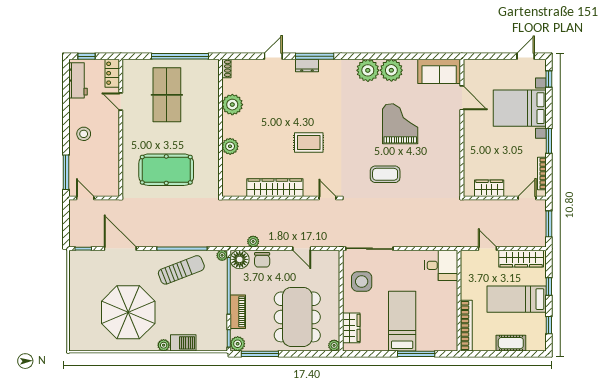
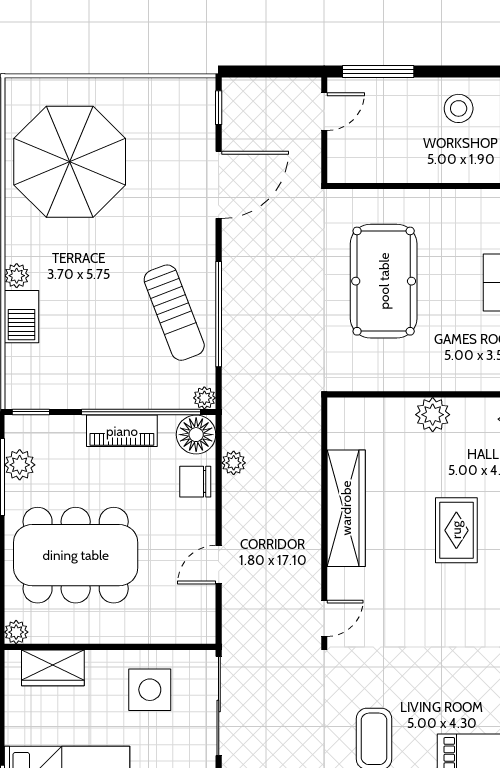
rug: (309, 143) -> (456, 530), moved
parasol: (128, 312) -> (70, 162), moved
piano: (238, 312) -> (122, 431), moved
plant: (238, 344) -> (20, 465), moved

